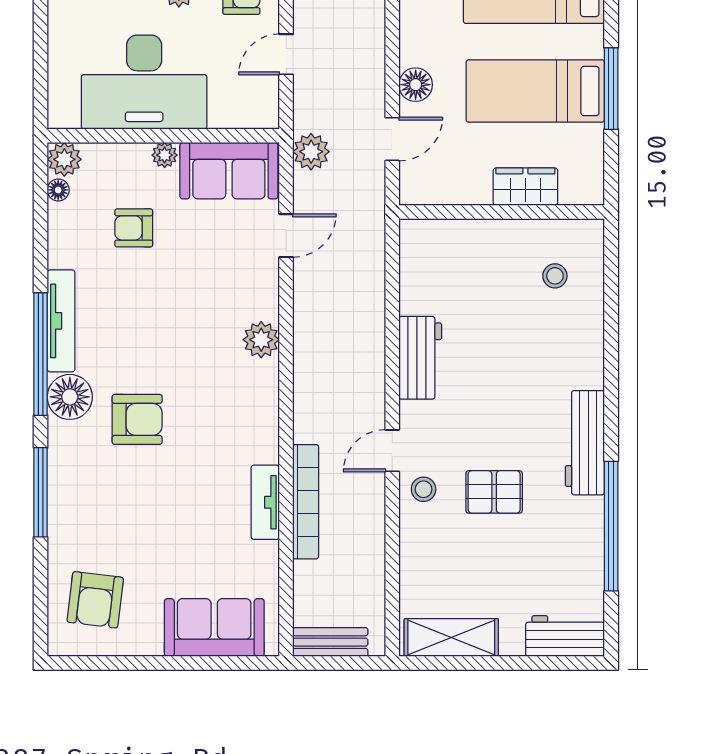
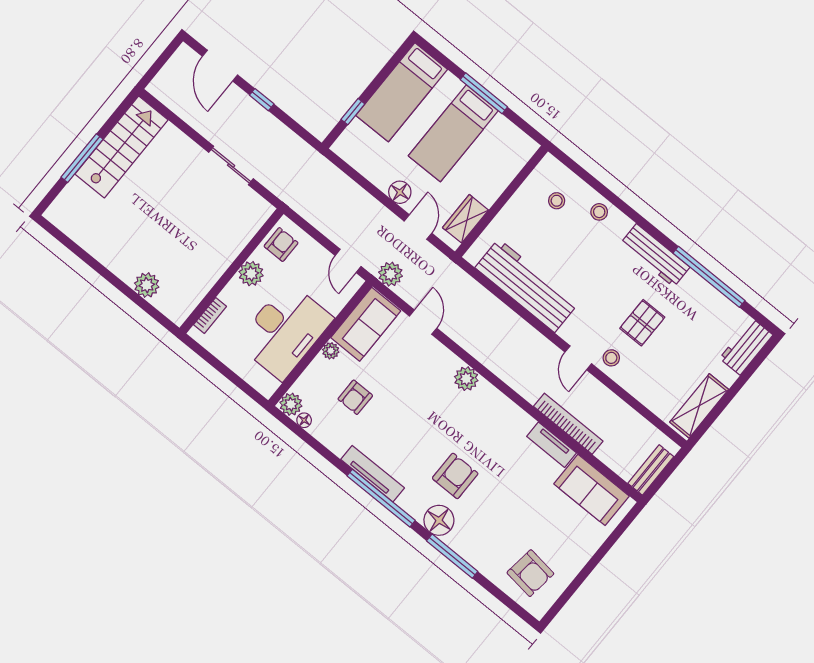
door: (286, 54) -> (348, 261), moved
wardrobe: (525, 187) -> (465, 219), moved
stool: (582, 336) -> (599, 212), added
workbench: (420, 358) -> (527, 286), width x1.88, depth x1.32
floor lamp: (70, 397) -> (439, 520), moved
sofa: (214, 628) -> (592, 490), moved, turned -90

